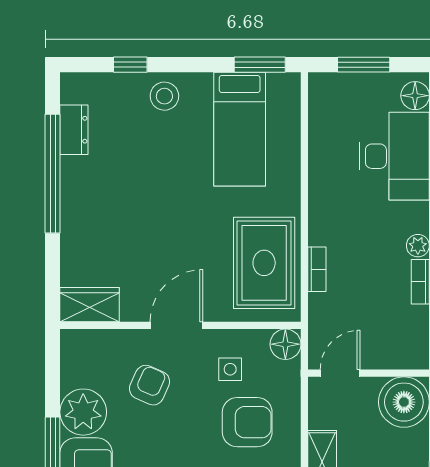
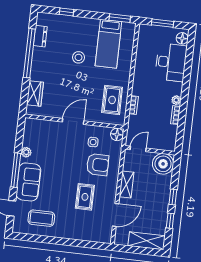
stool: (164, 96) -> (79, 57), moved
rug: (264, 263) -> (112, 100), width x0.73, depth x0.70
wardrobe: (90, 305) -> (35, 94), moved, turned 90
armchair: (150, 385) -> (59, 145), removed
plant: (83, 412) -> (26, 152), width x0.53, depth x0.53

